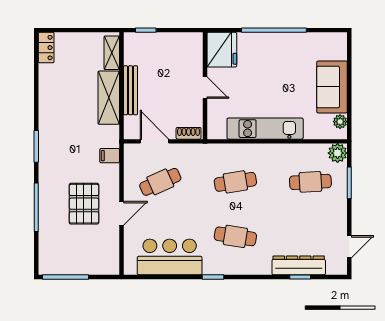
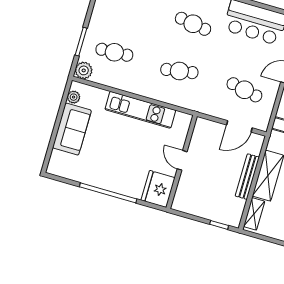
shoe rack: (189, 133) -> (208, 125), removed
door: (154, 141) -> (239, 126), hinge flipped
cafe table: (160, 182) -> (244, 90), turned 36

